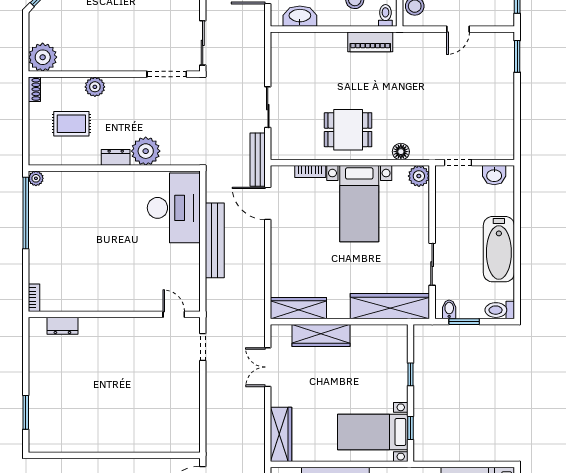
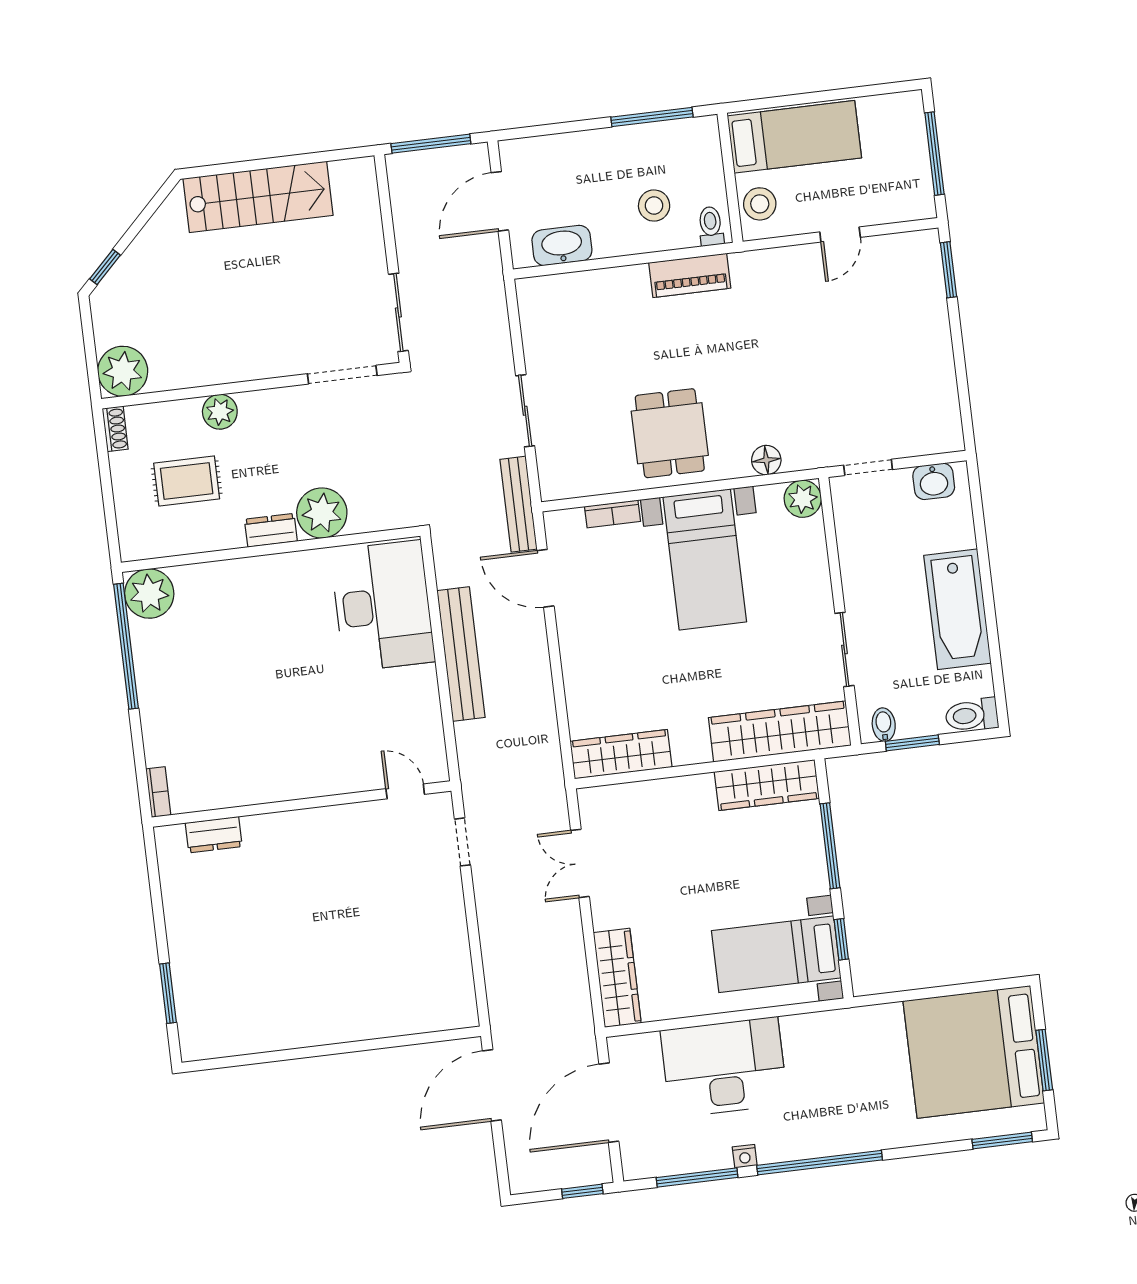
dining table: (348, 130) -> (670, 433), turned 90
plant: (36, 178) -> (149, 594), width x1.87, depth x1.87
wardrobe: (321, 336) -> (767, 785), moved
window: (410, 374) -> (830, 846), width x2.17

